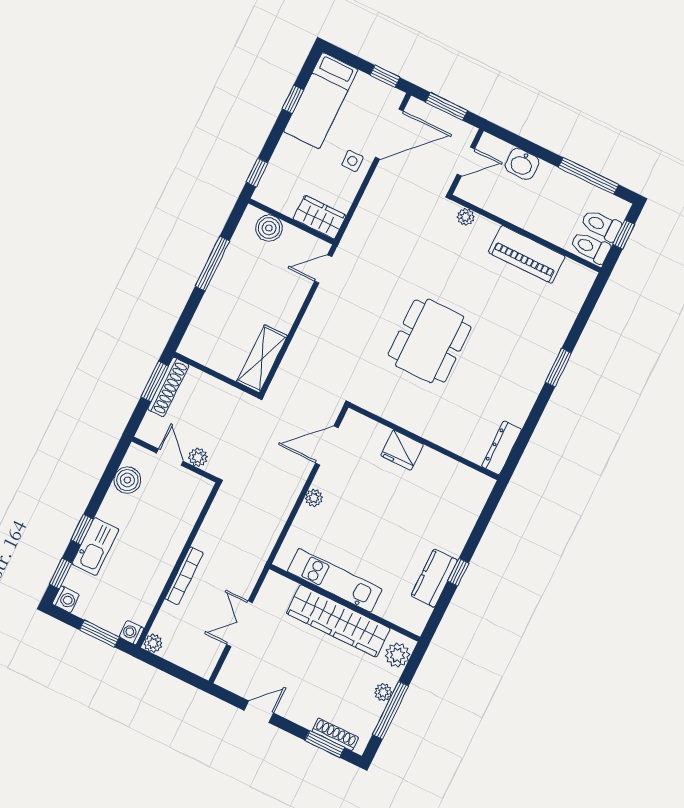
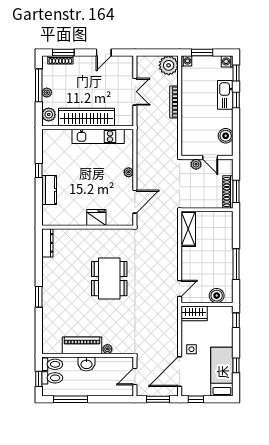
washbasin: (522, 164) -> (86, 364), moved, turned 180
plant: (466, 217) -> (107, 349), moved
kitchen counter: (434, 578) -> (49, 190), moved
plant: (153, 643) -> (169, 65), width x1.88, depth x1.88

